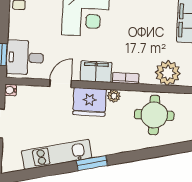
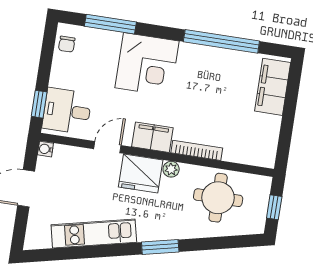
plant: (168, 73) -> (240, 148), removed
bookcase: (126, 78) -> (197, 150), width x1.56
window: (92, 163) -> (160, 247), moved

